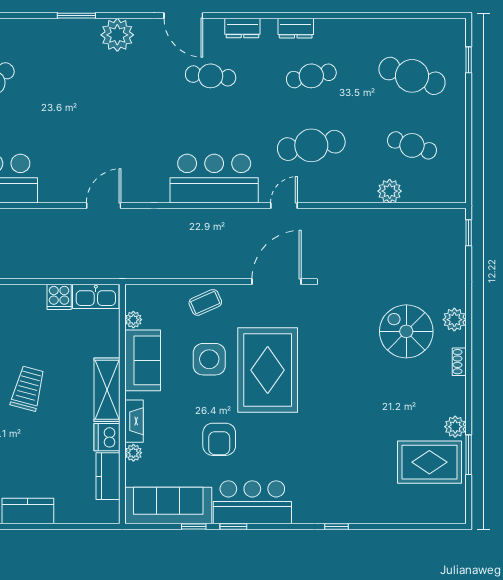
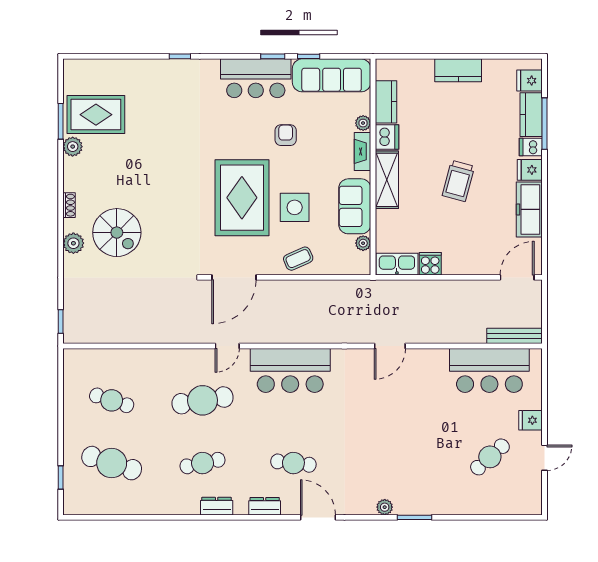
plant: (117, 35) -> (385, 507), width x0.53, depth x0.53
plant: (390, 191) -> (132, 359), removed
armchair: (219, 439) -> (286, 135), width x0.72, depth x0.72

